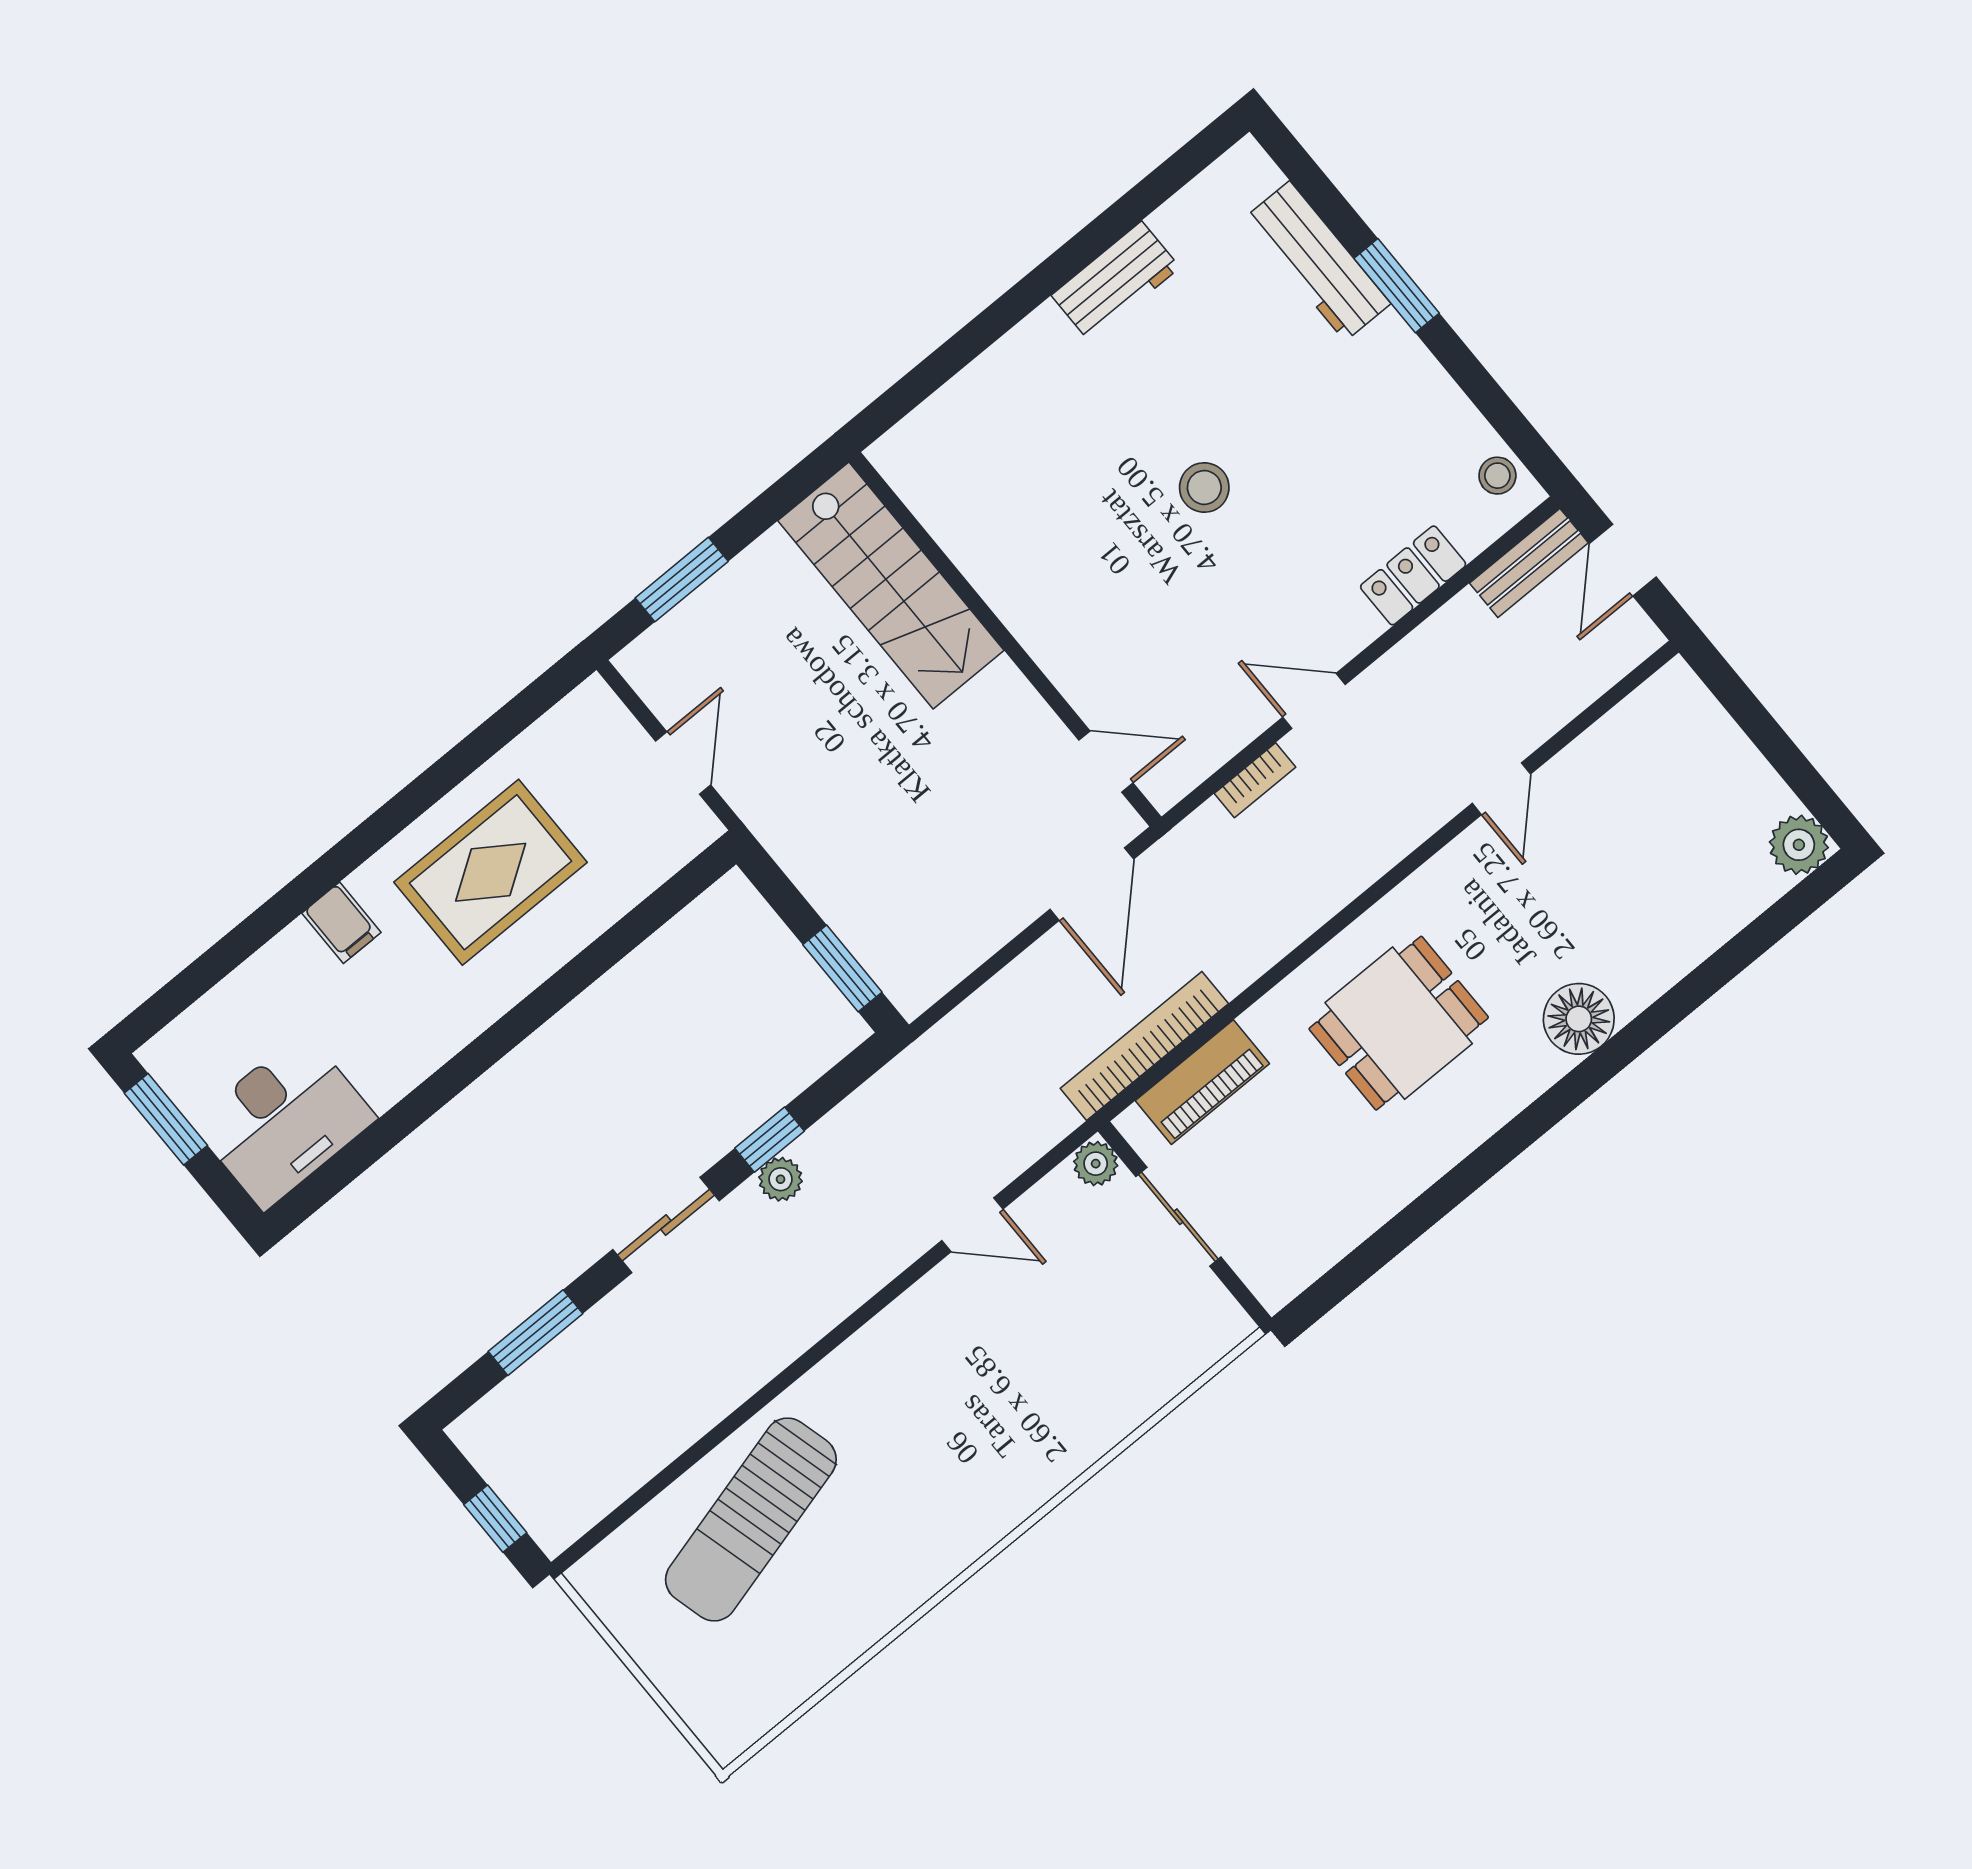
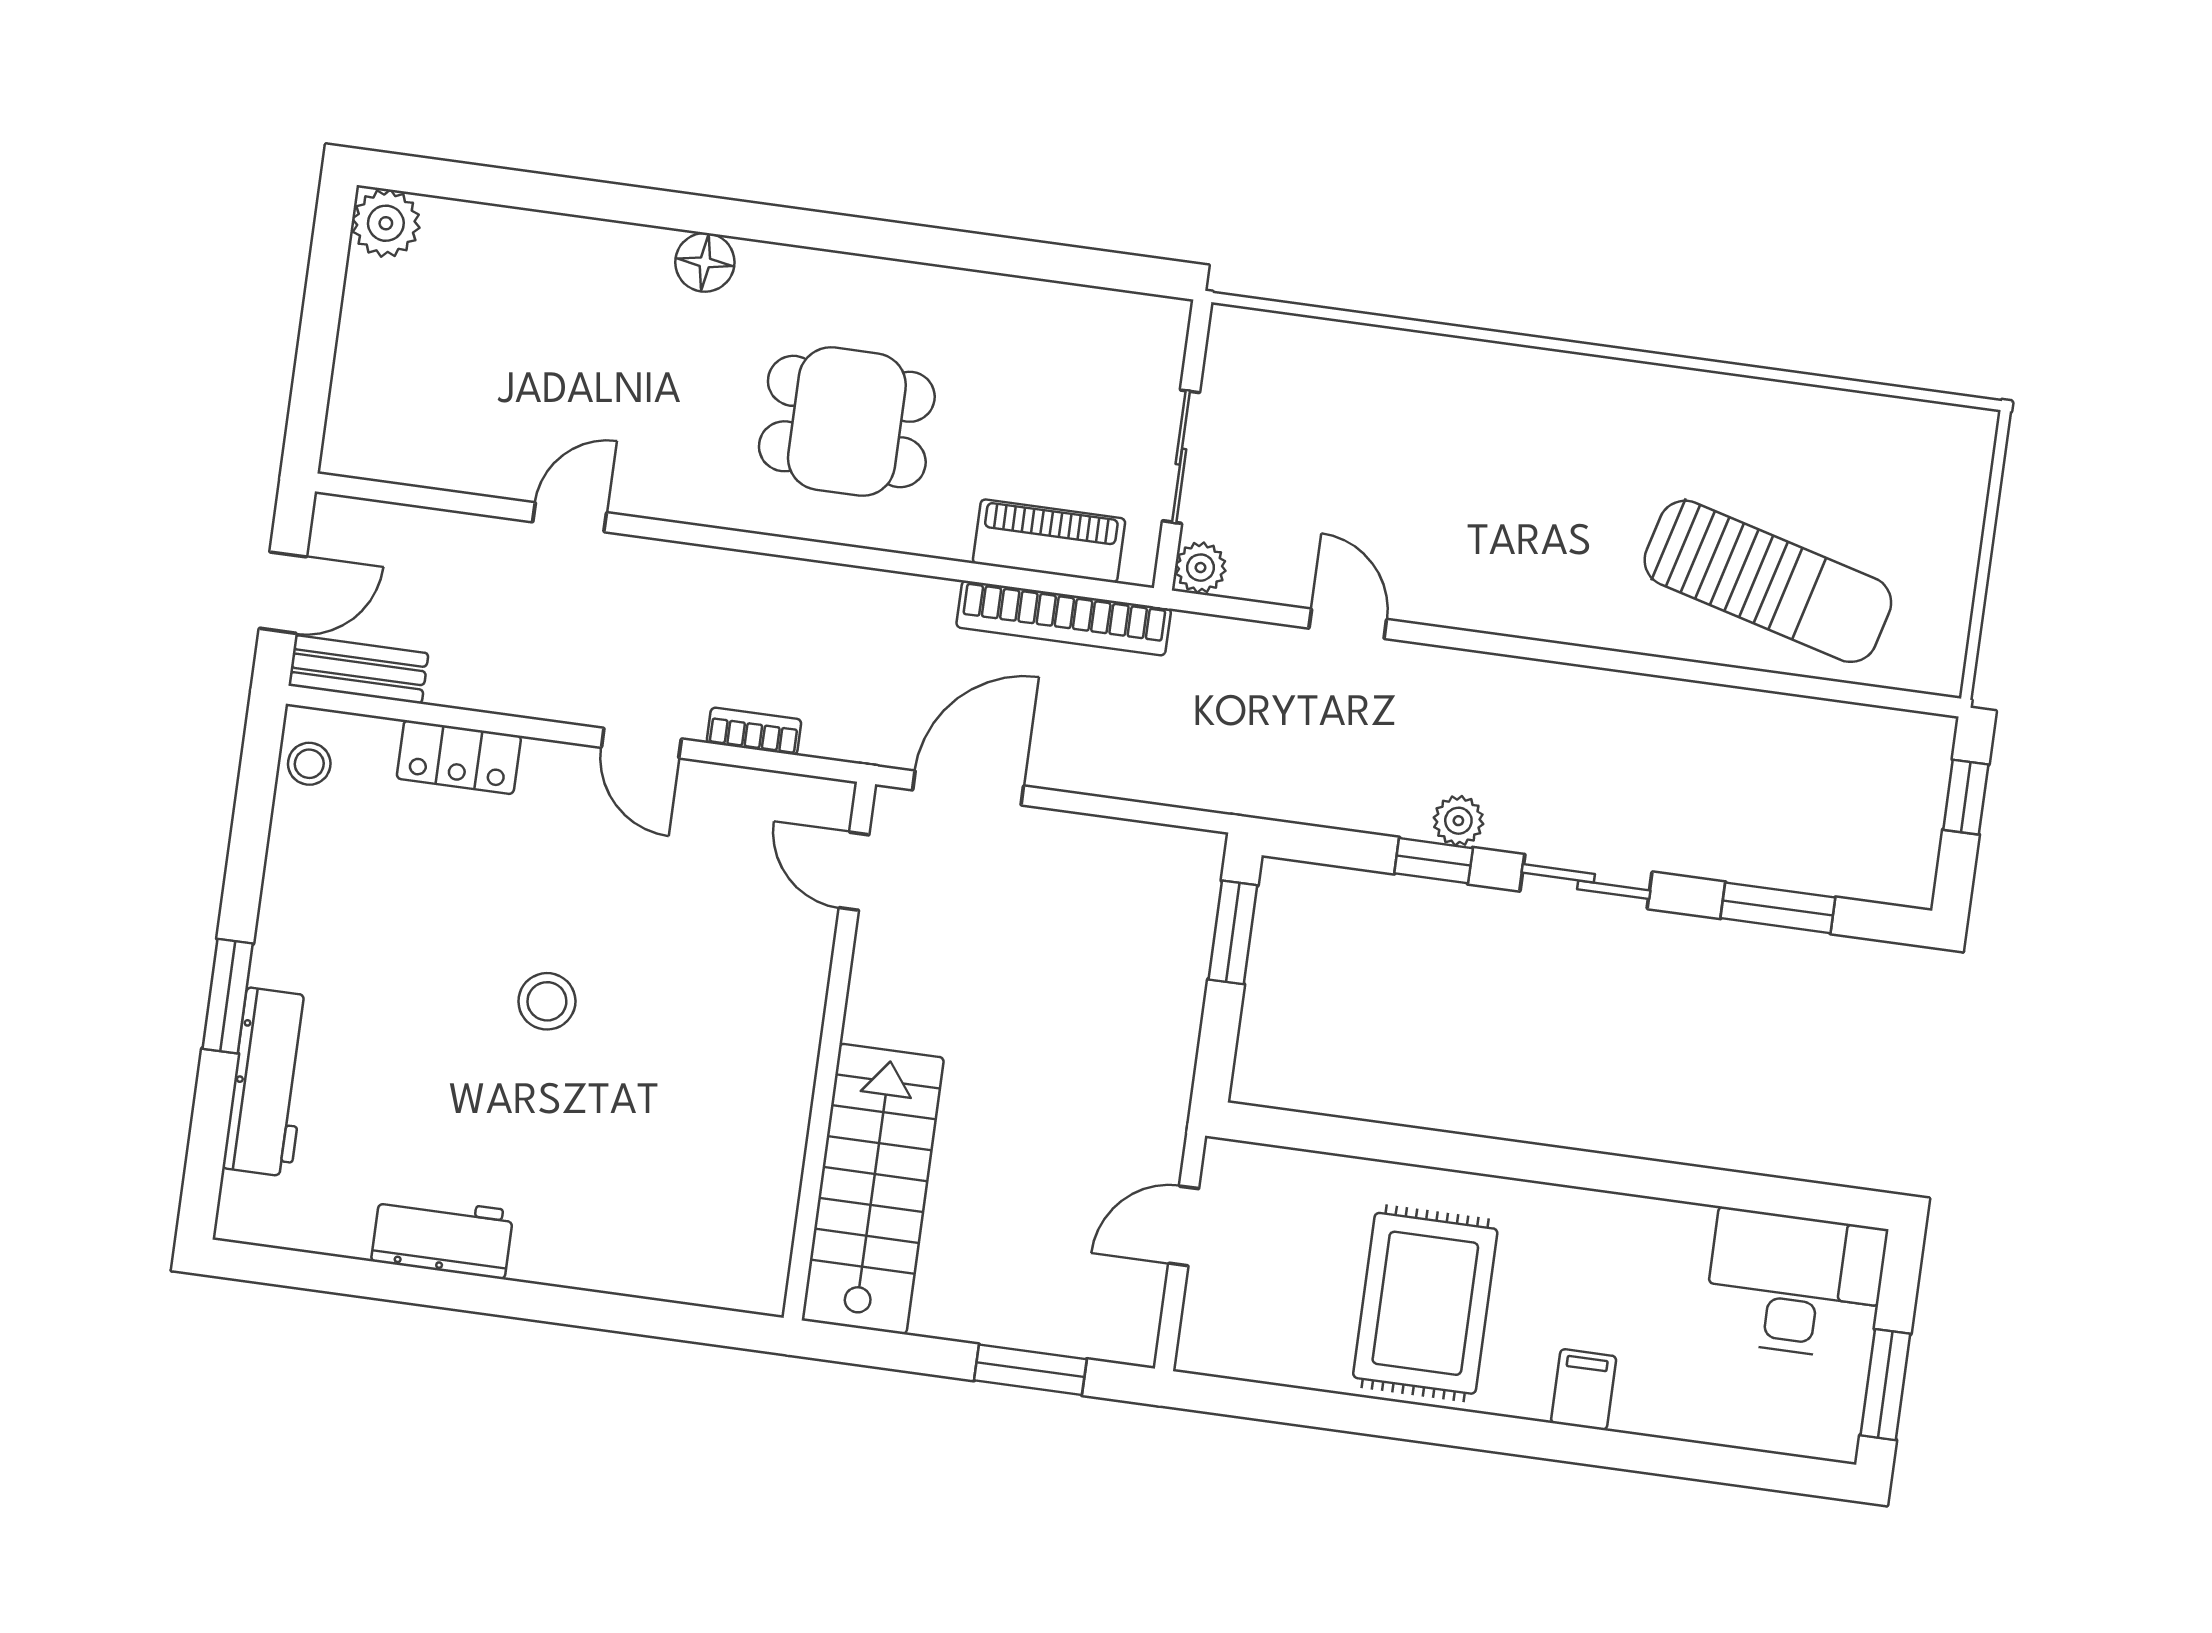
rug: (491, 872) -> (1425, 1303), turned 90
floor lamp: (1579, 1019) -> (705, 262), width x0.73, depth x0.73
sun lounger: (751, 1519) -> (1768, 581), turned 30

